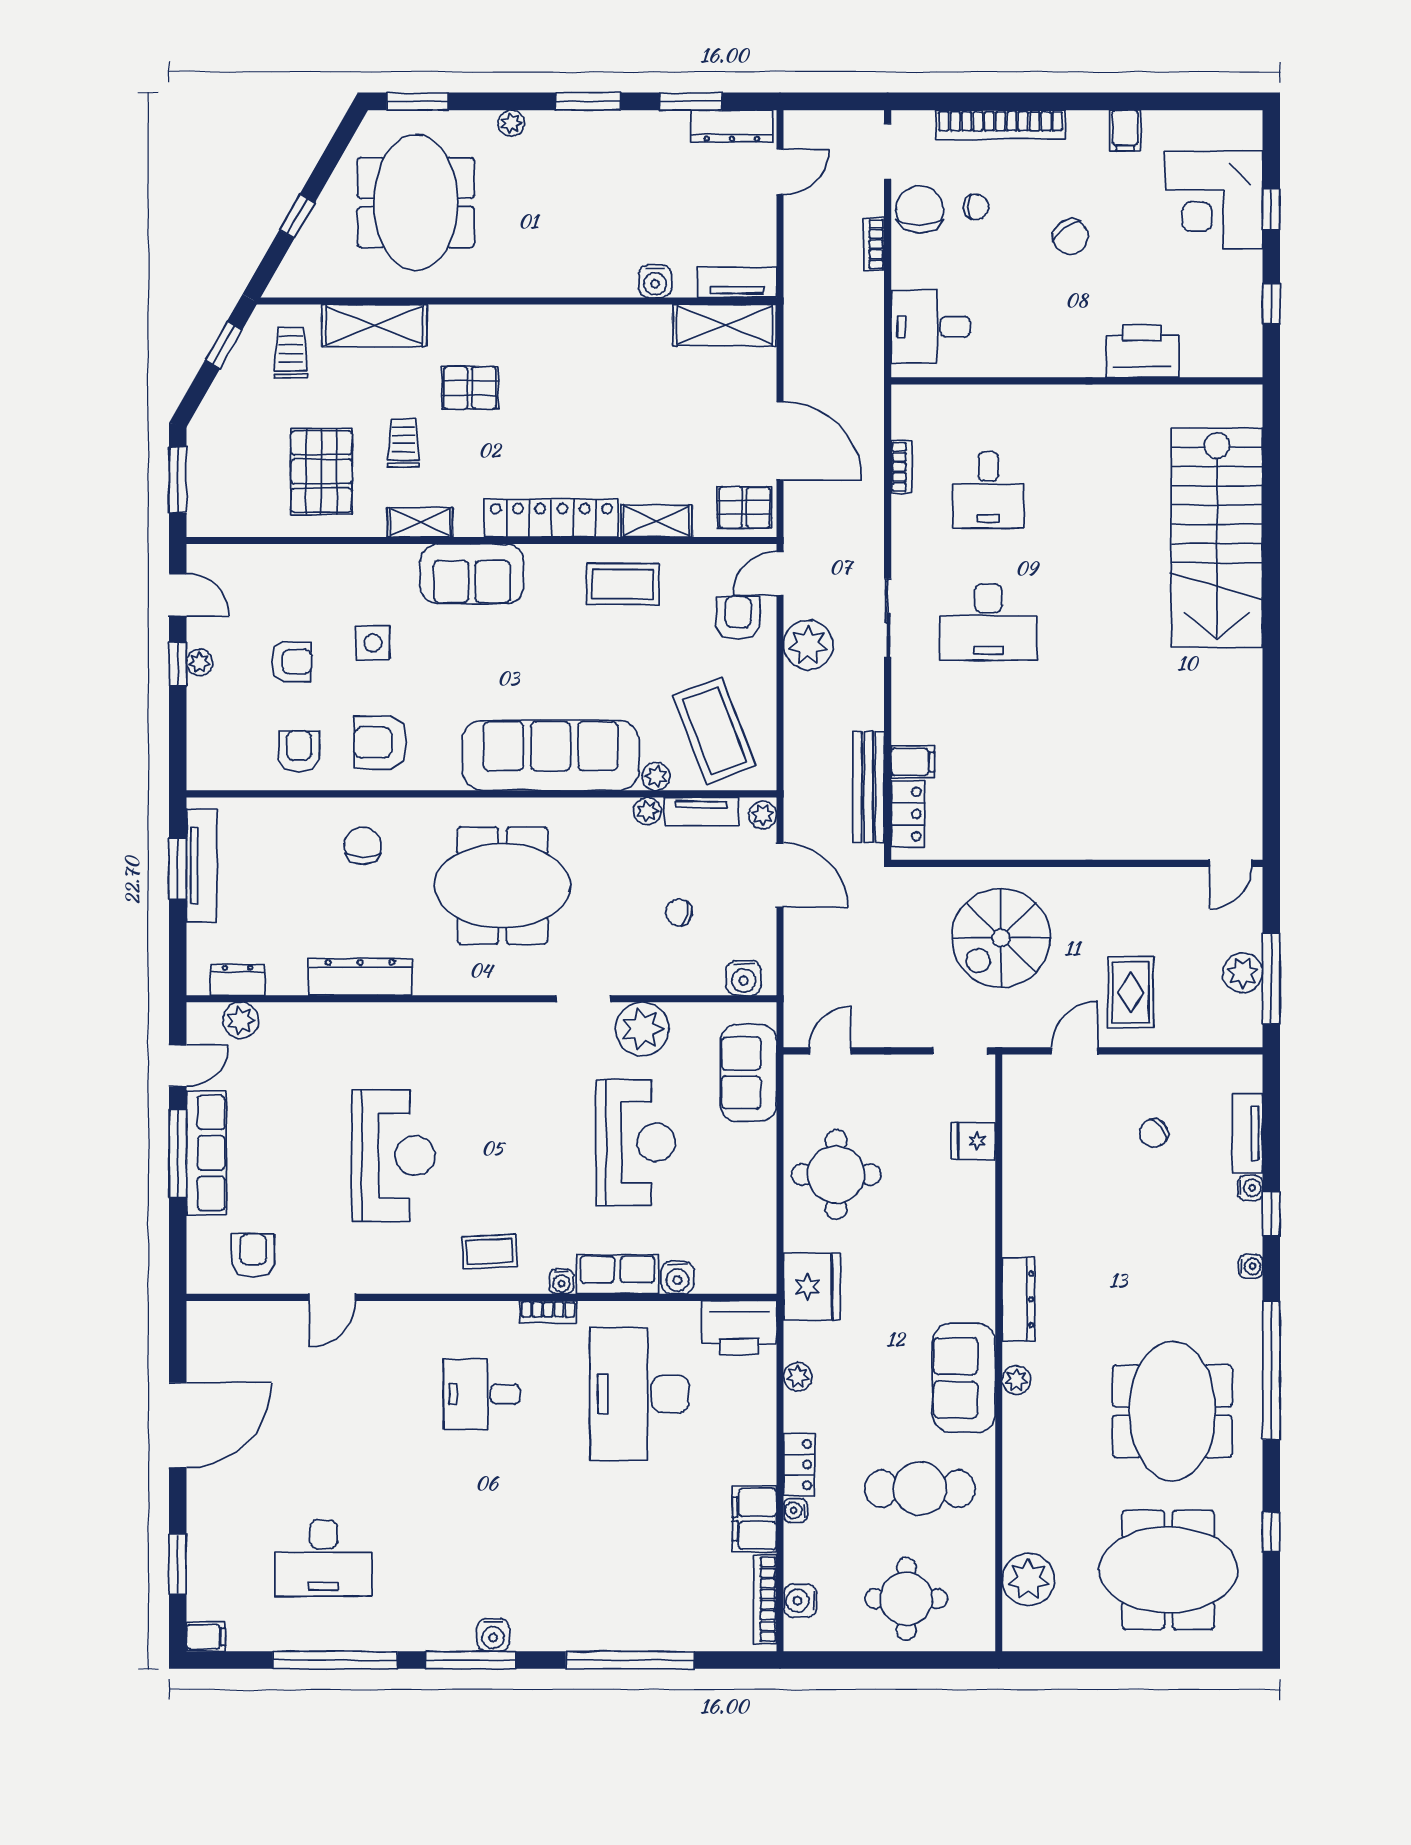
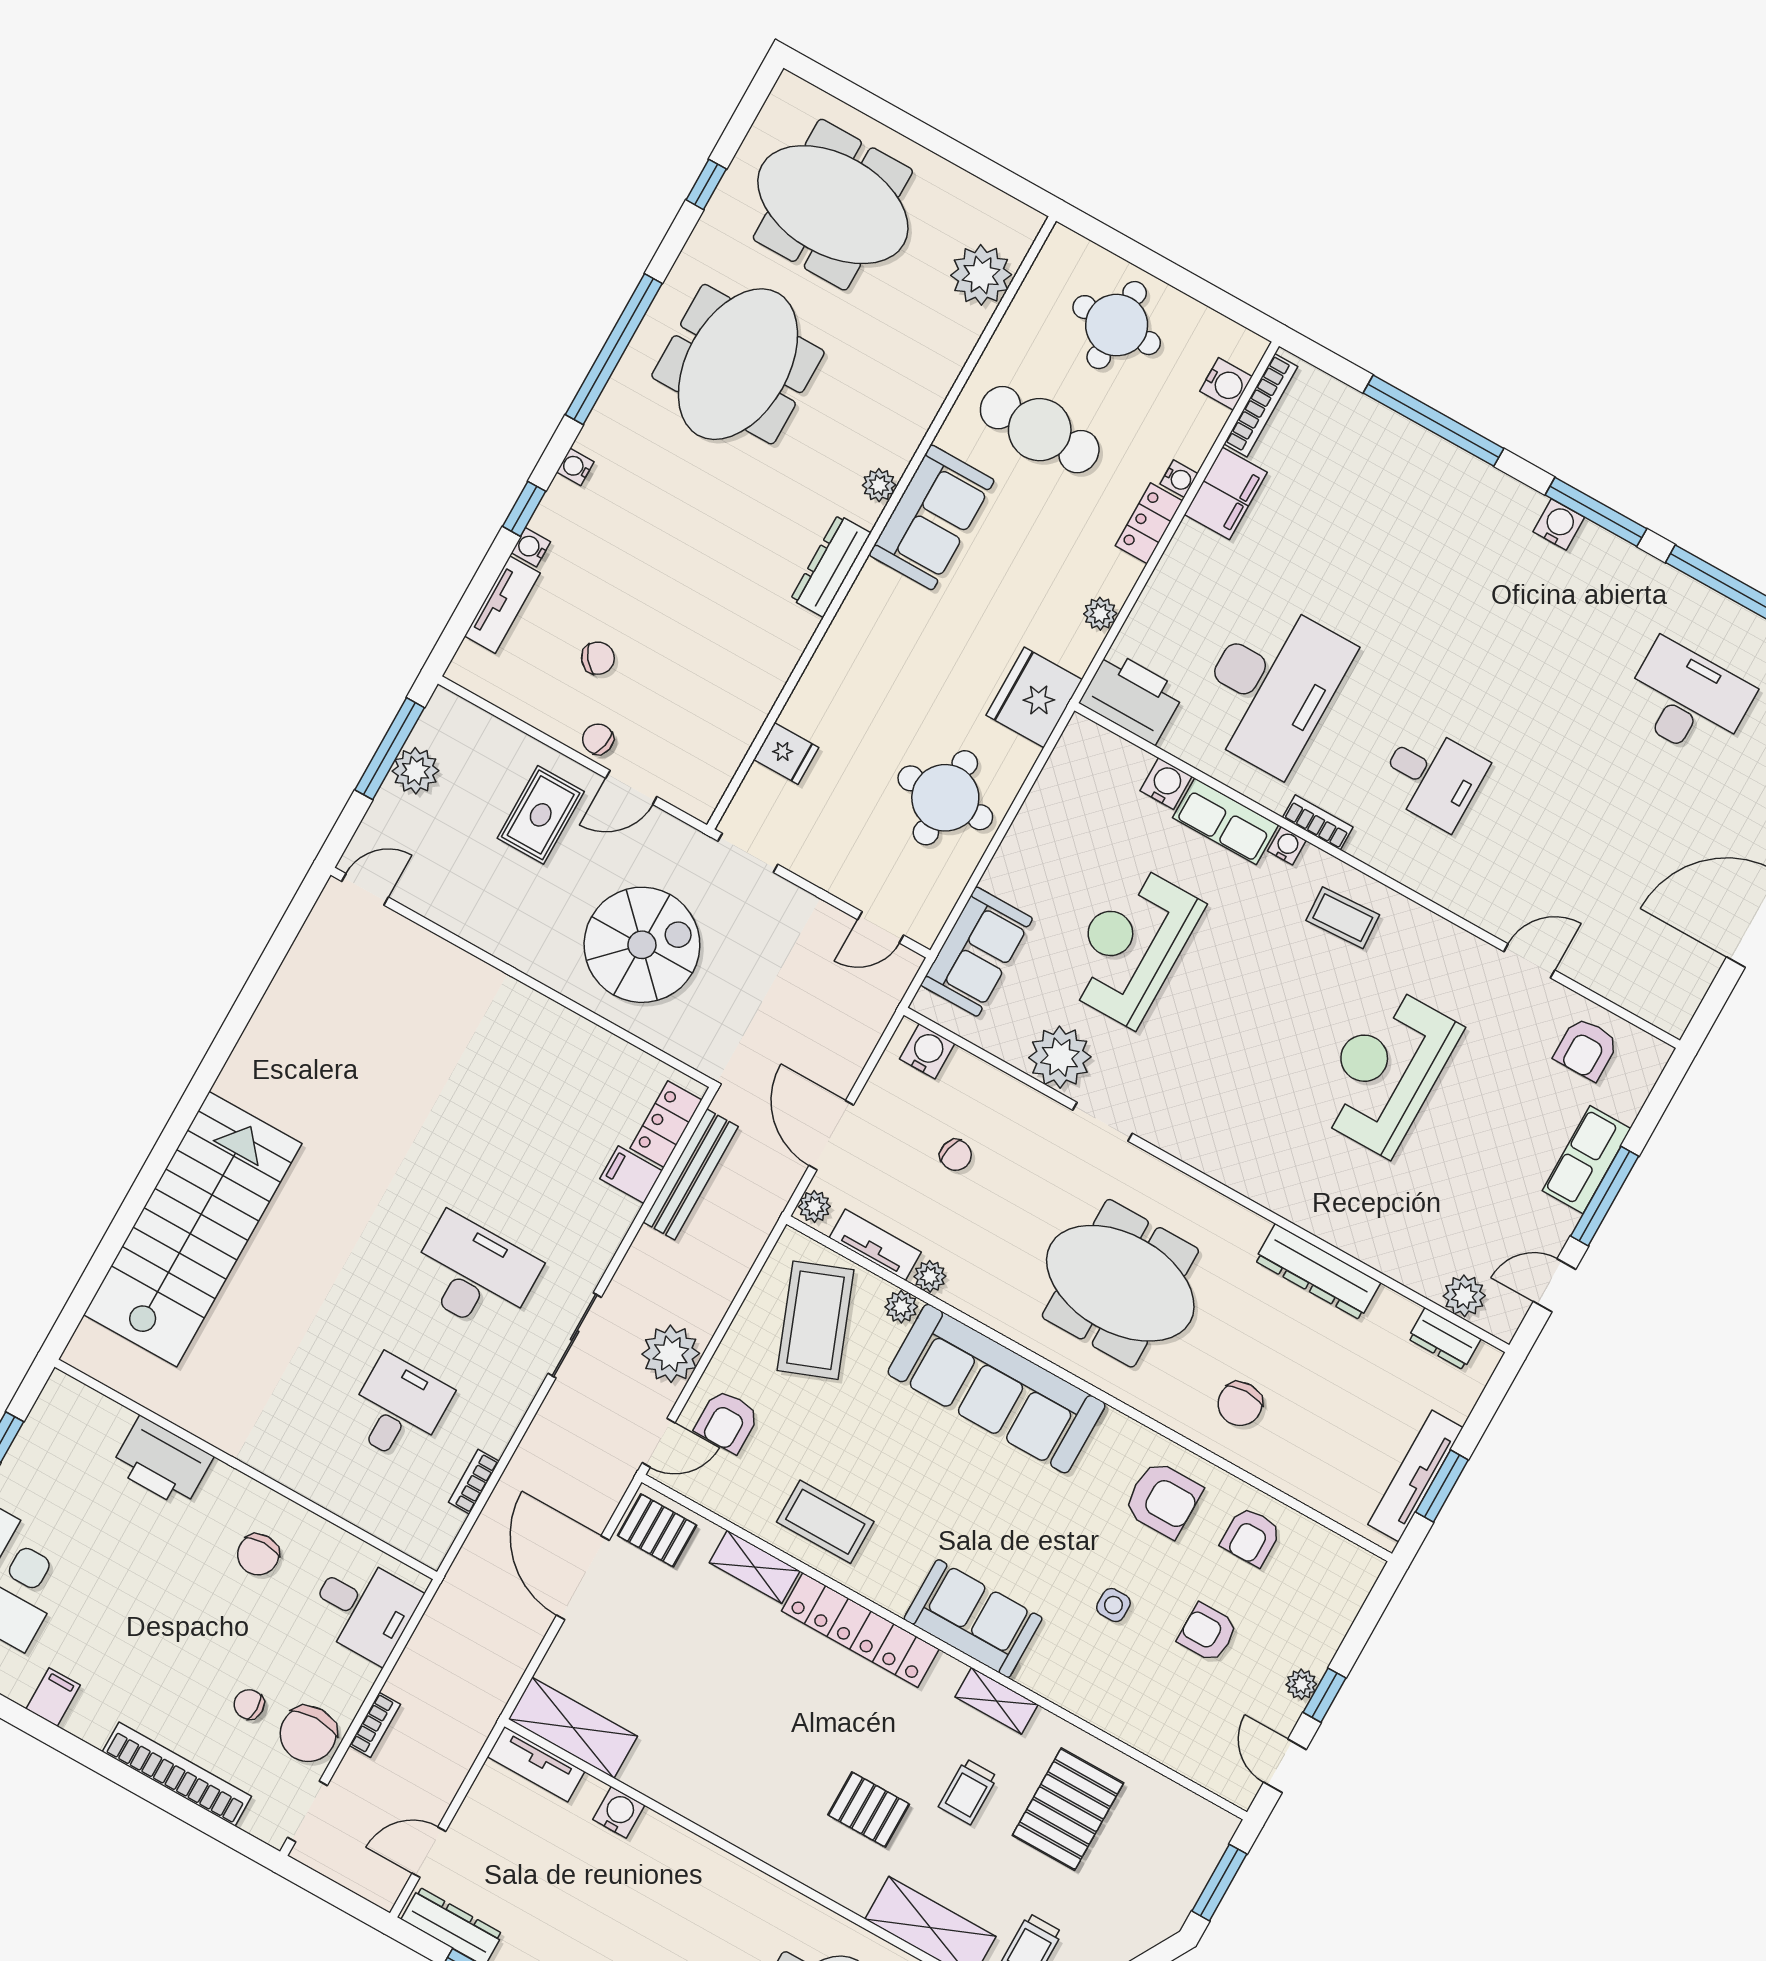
chair: (1070, 237) -> (258, 1555), moved, turned -144
side table: (373, 643) -> (1113, 1605), width x0.73, depth x0.73
chair: (1120, 1073) -> (598, 739), added
row of seats: (206, 1153) -> (1587, 1160), width x0.68

